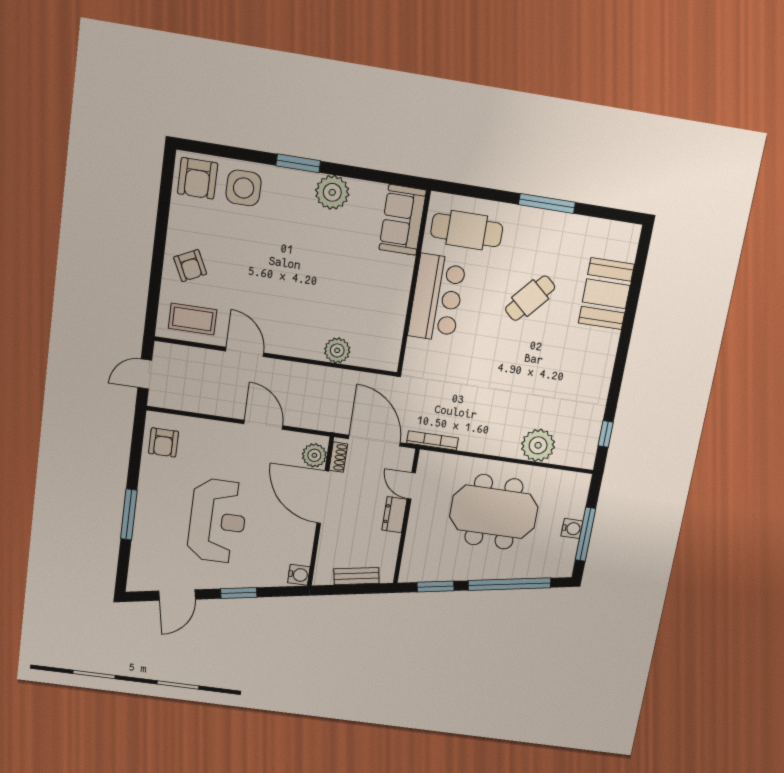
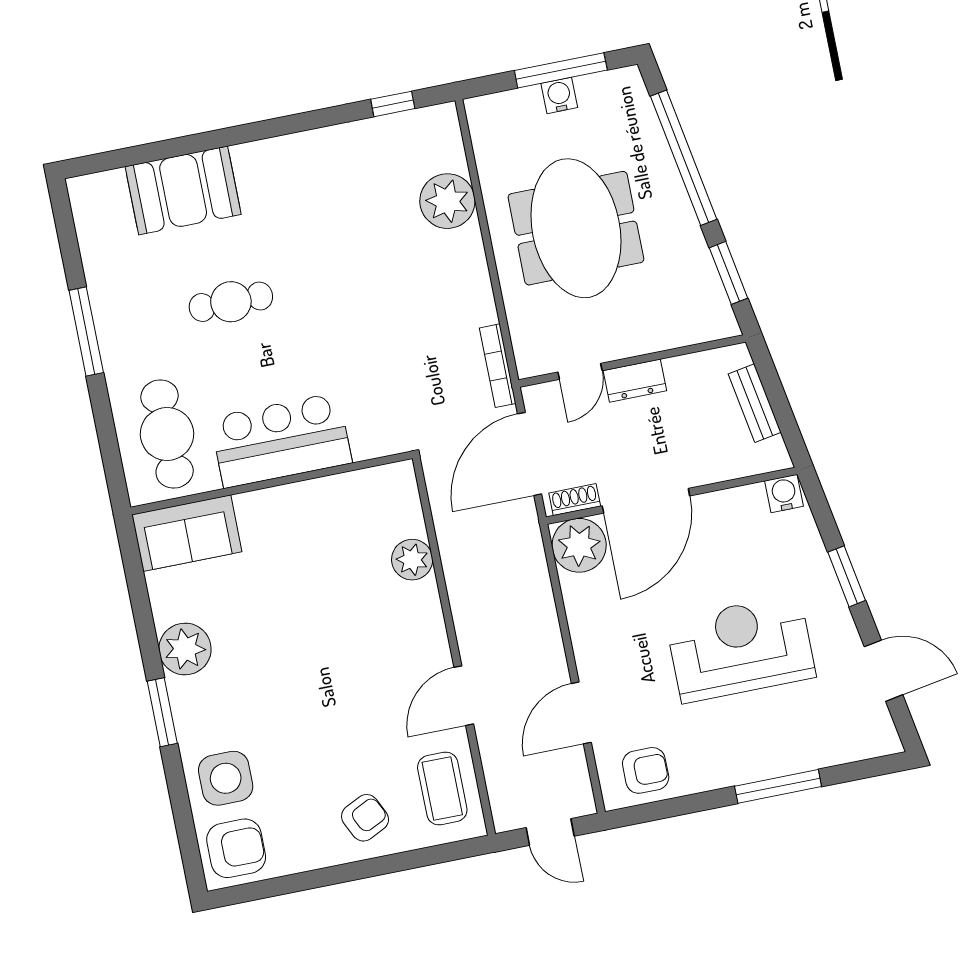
cafe table: (530, 298) -> (231, 302), turned -41
door: (263, 425) -> (581, 713), moved
plant: (314, 455) -> (579, 545), width x1.36, depth x1.36

